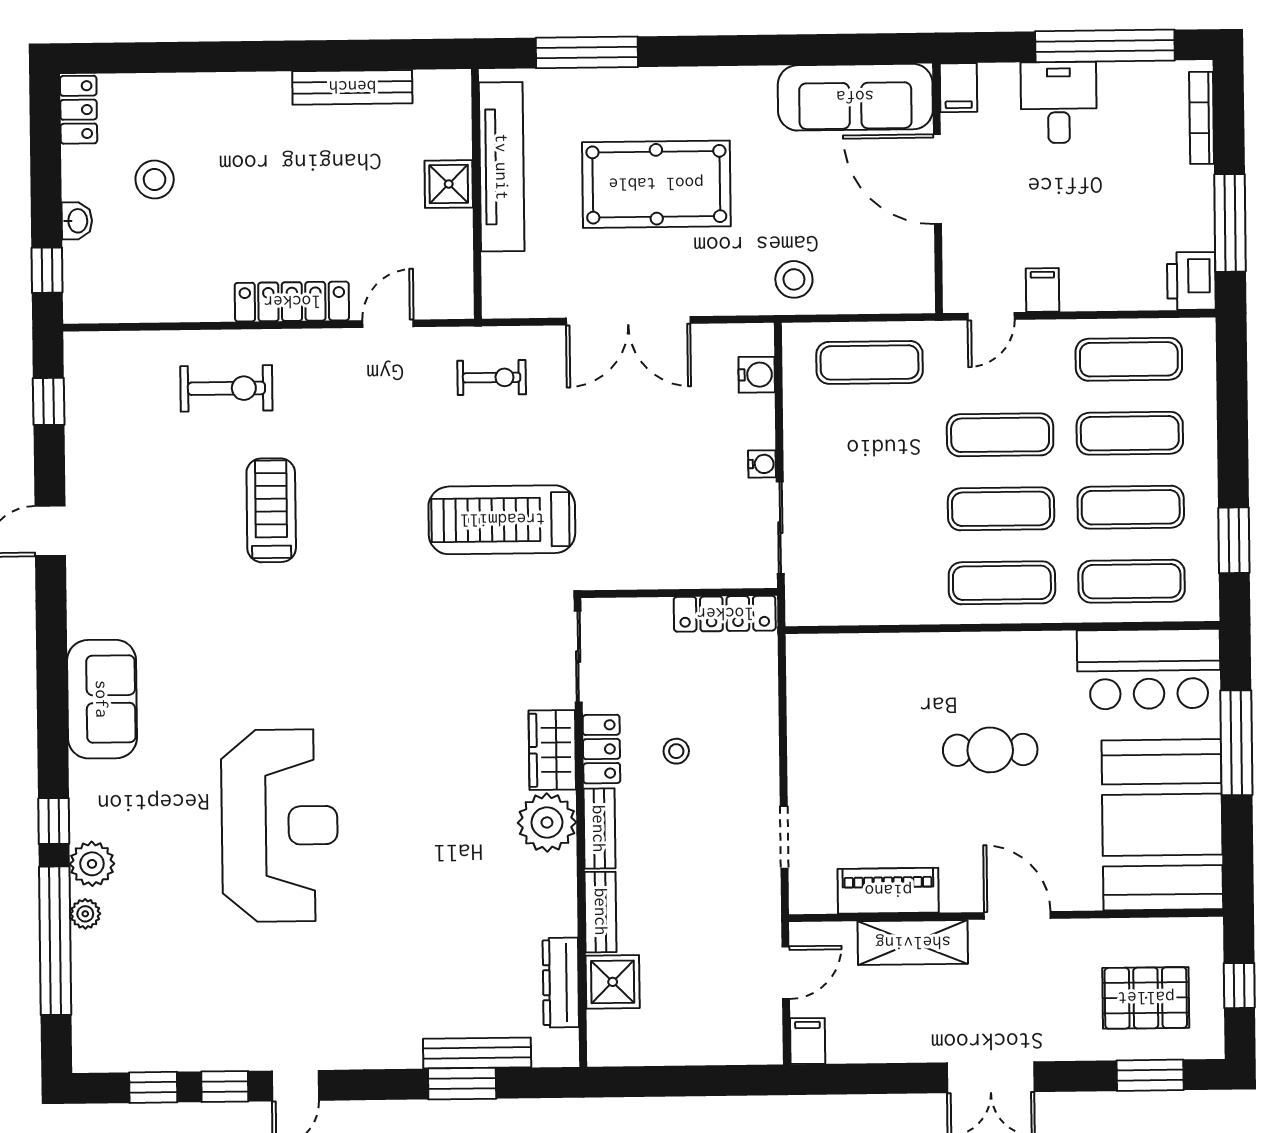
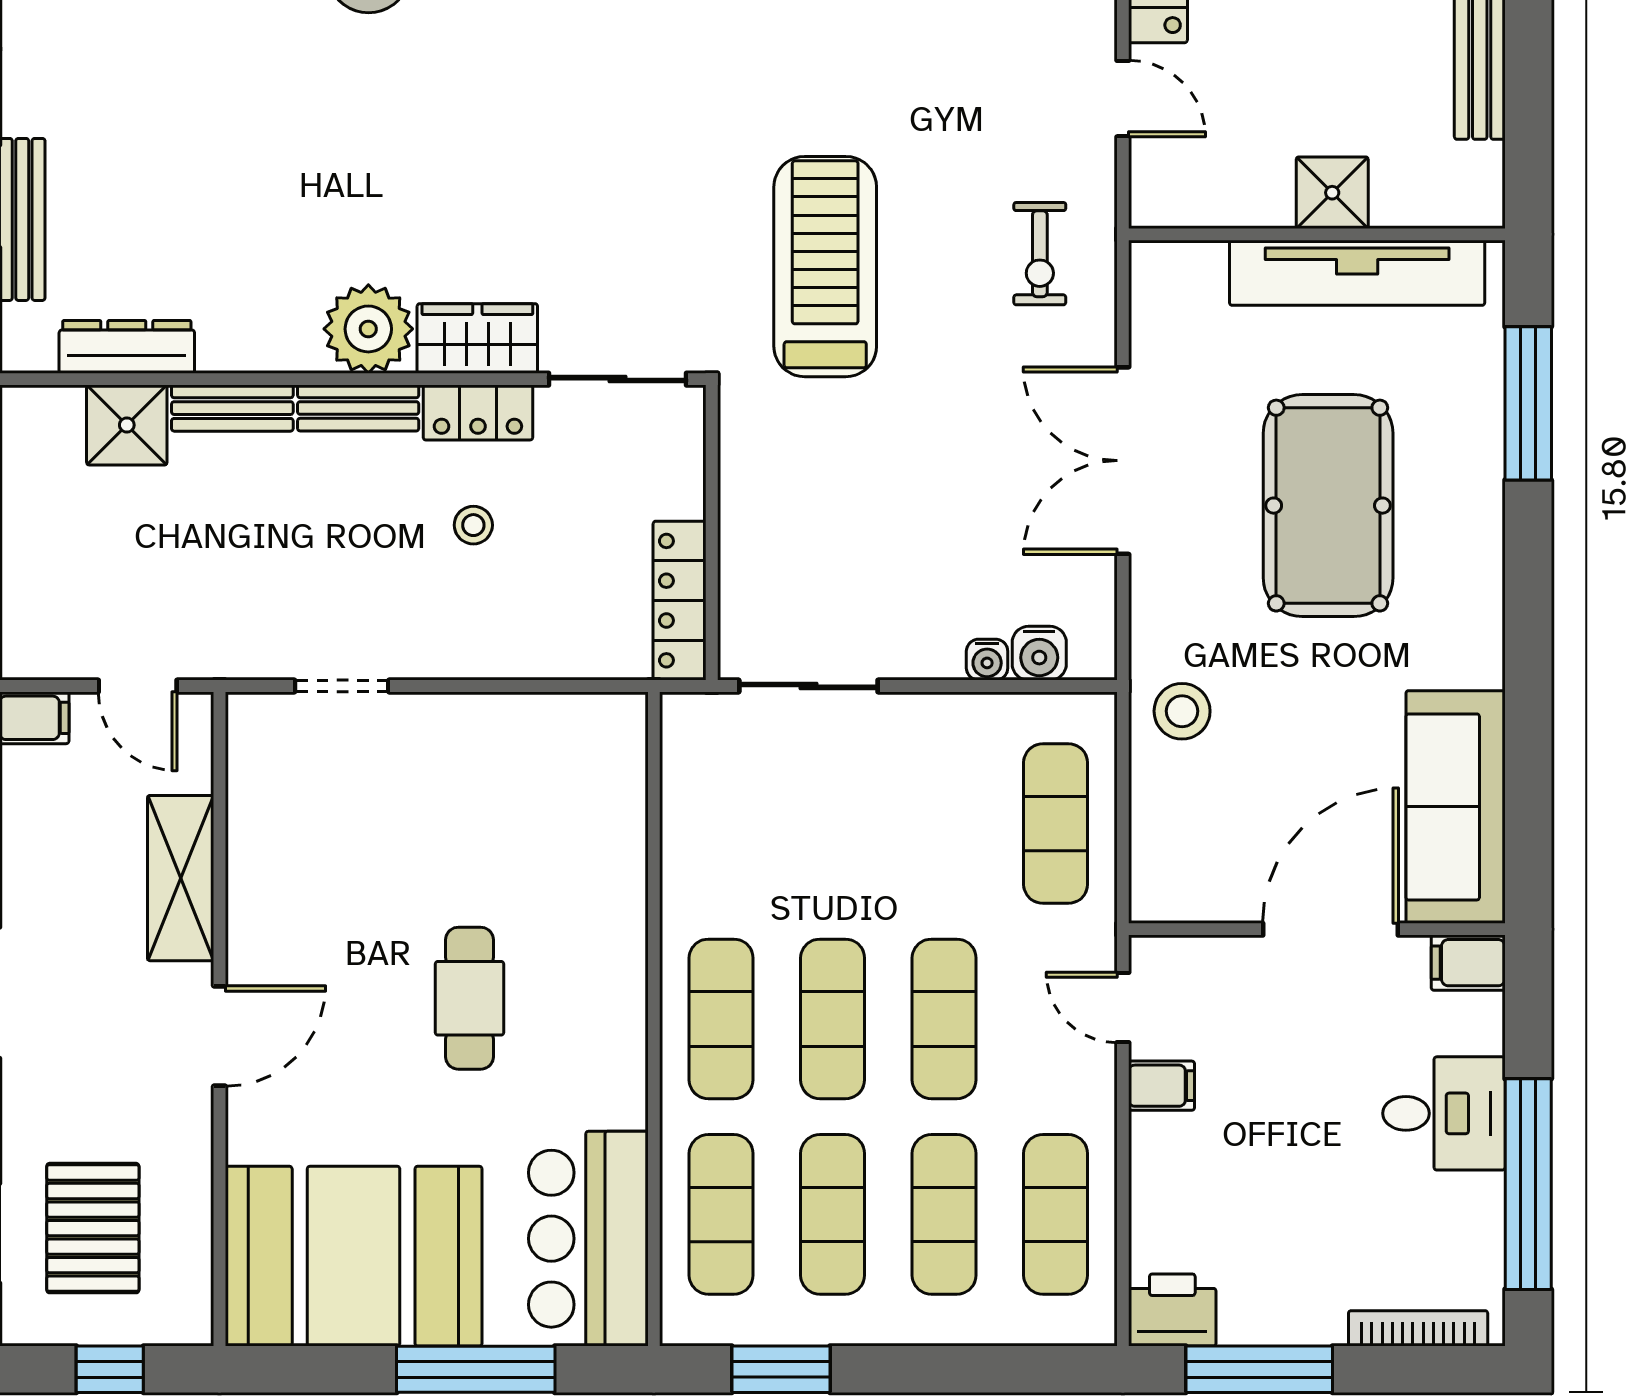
water cooler: (762, 464) -> (987, 660), moved
piano: (888, 891) -> (259, 842), removed

